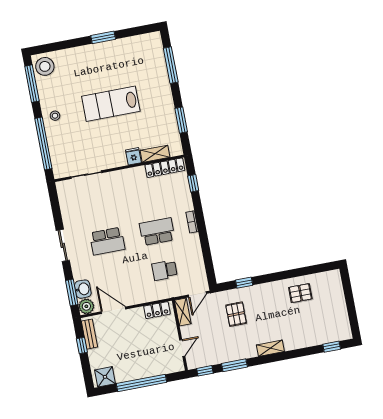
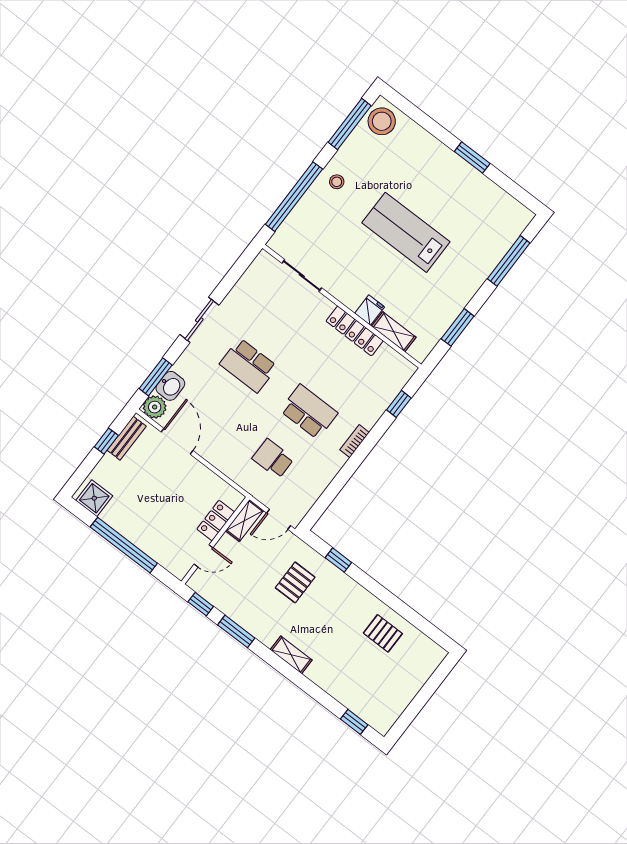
locker: (165, 168) -> (355, 331), moved
locker: (157, 310) -> (216, 521), moved, turned 90

